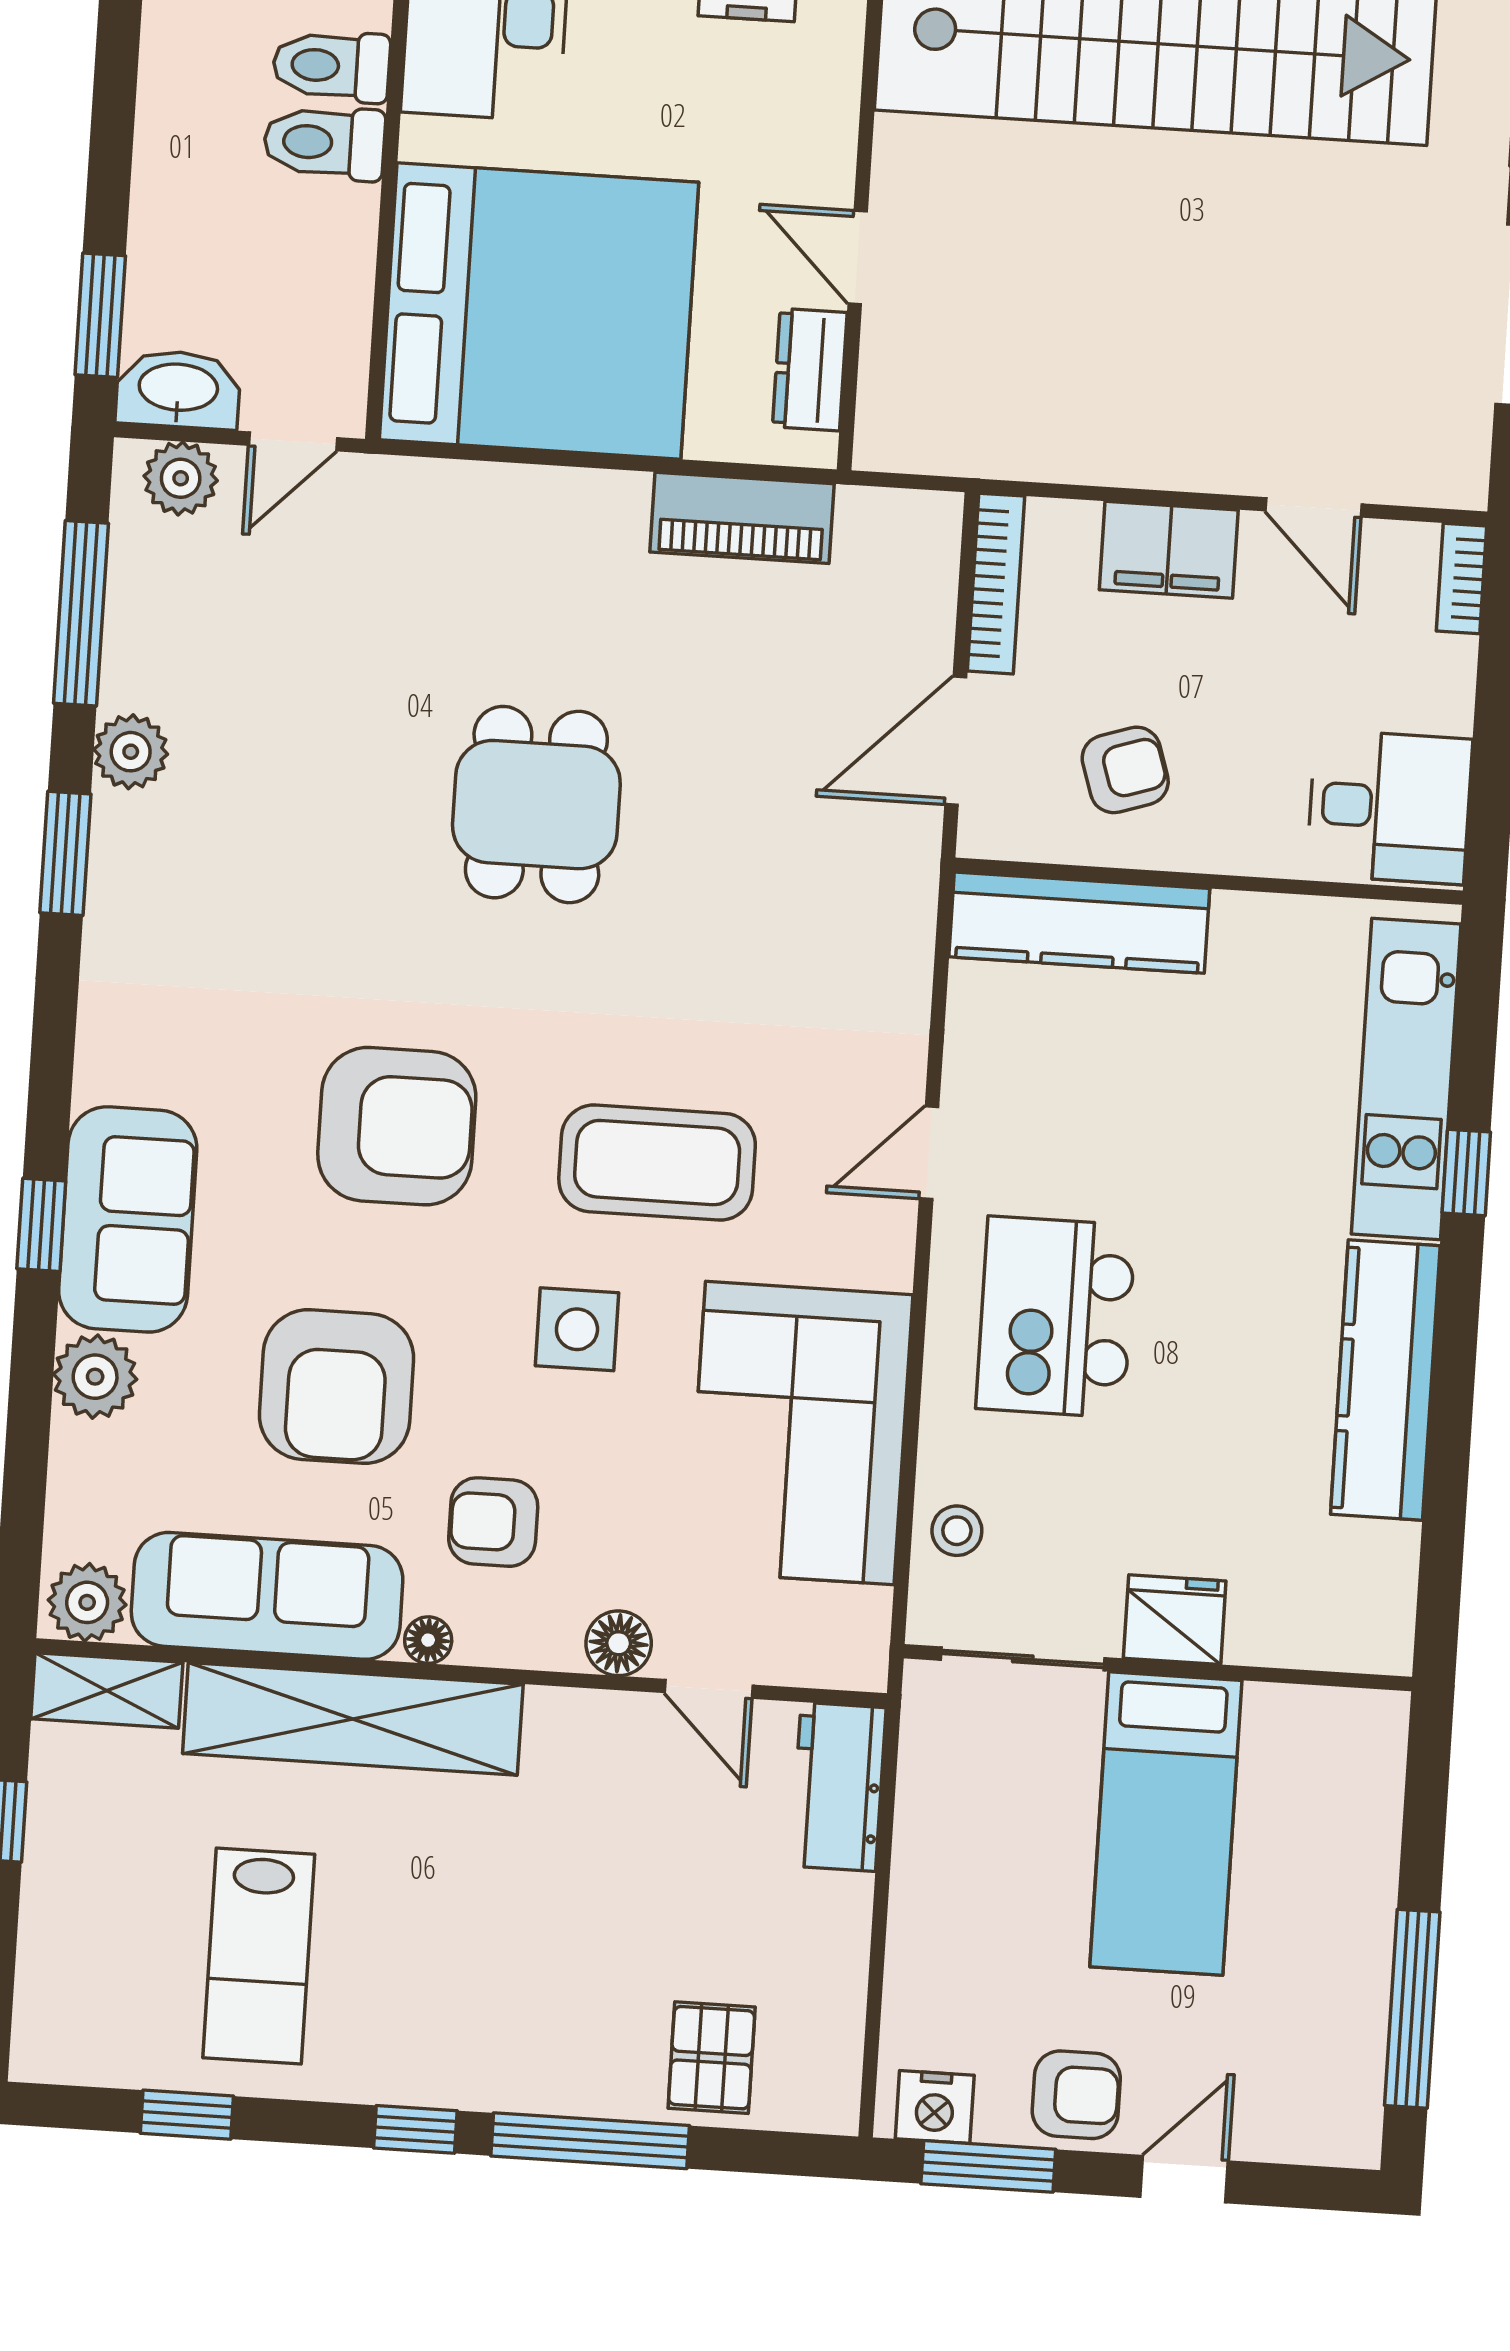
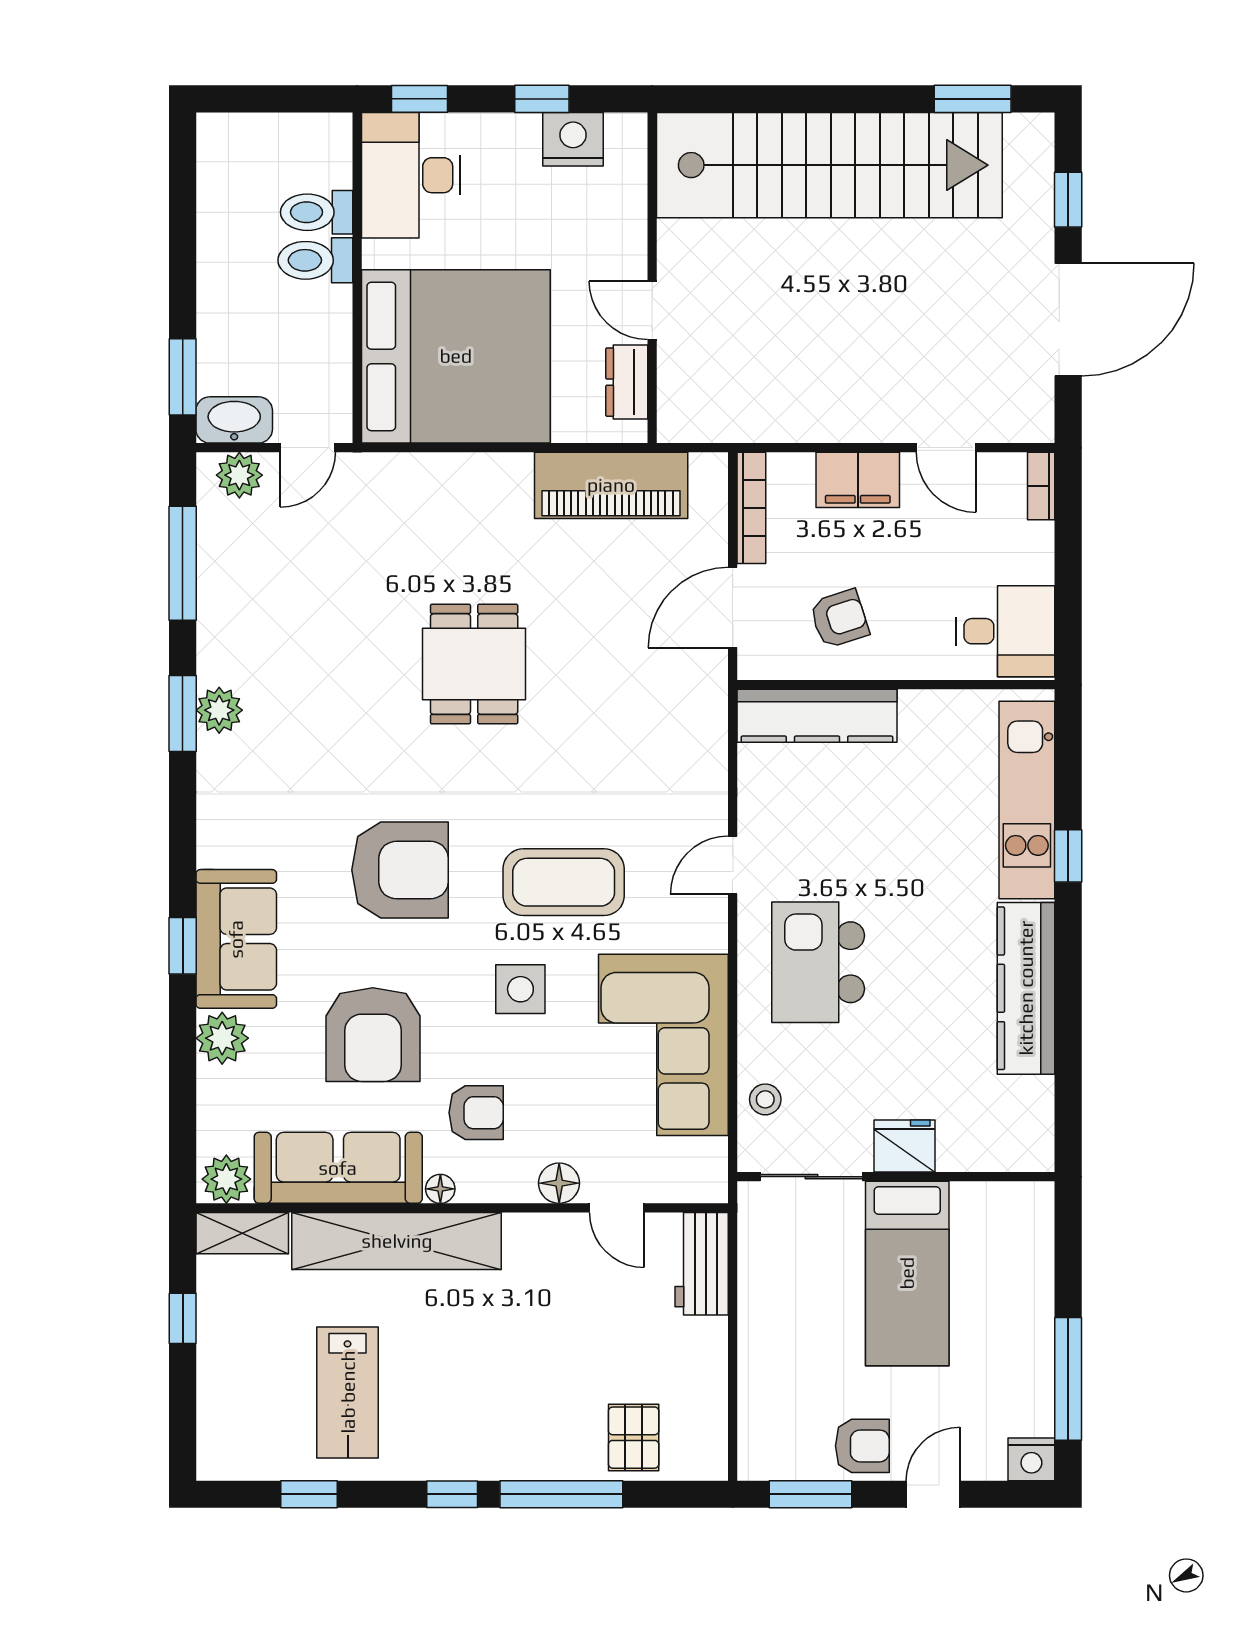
piano: (742, 518) -> (611, 485), width x1.37, depth x1.33
plant: (131, 752) -> (219, 710), moved
armchair: (493, 1522) -> (476, 1113), turned 180
nightstand: (935, 2107) -> (1031, 1459), moved

